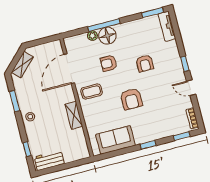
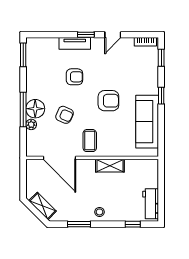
tv unit: (167, 26) -> (75, 43), moved
armchair: (109, 63) -> (65, 115), turned -66
sofa: (115, 140) -> (147, 122), width x1.36

